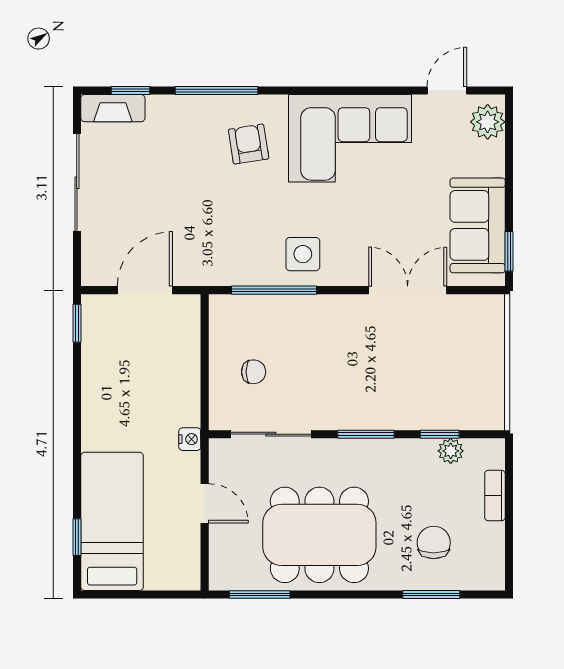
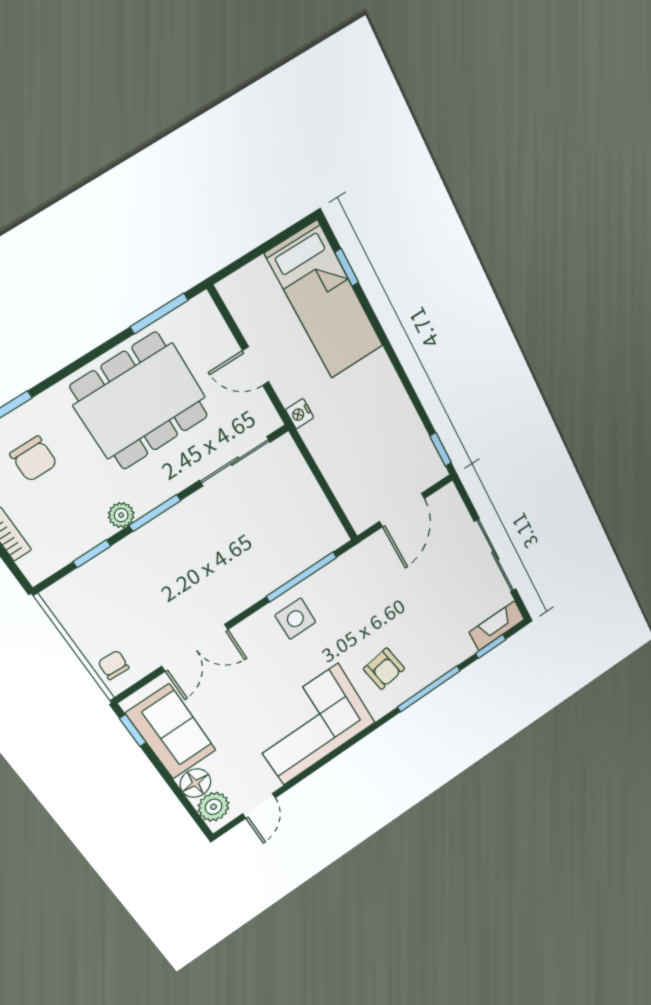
floor lamp: (488, 159) -> (195, 783), added
chair: (254, 372) -> (114, 665), moved, turned 93
plant: (451, 451) -> (121, 515), moved

